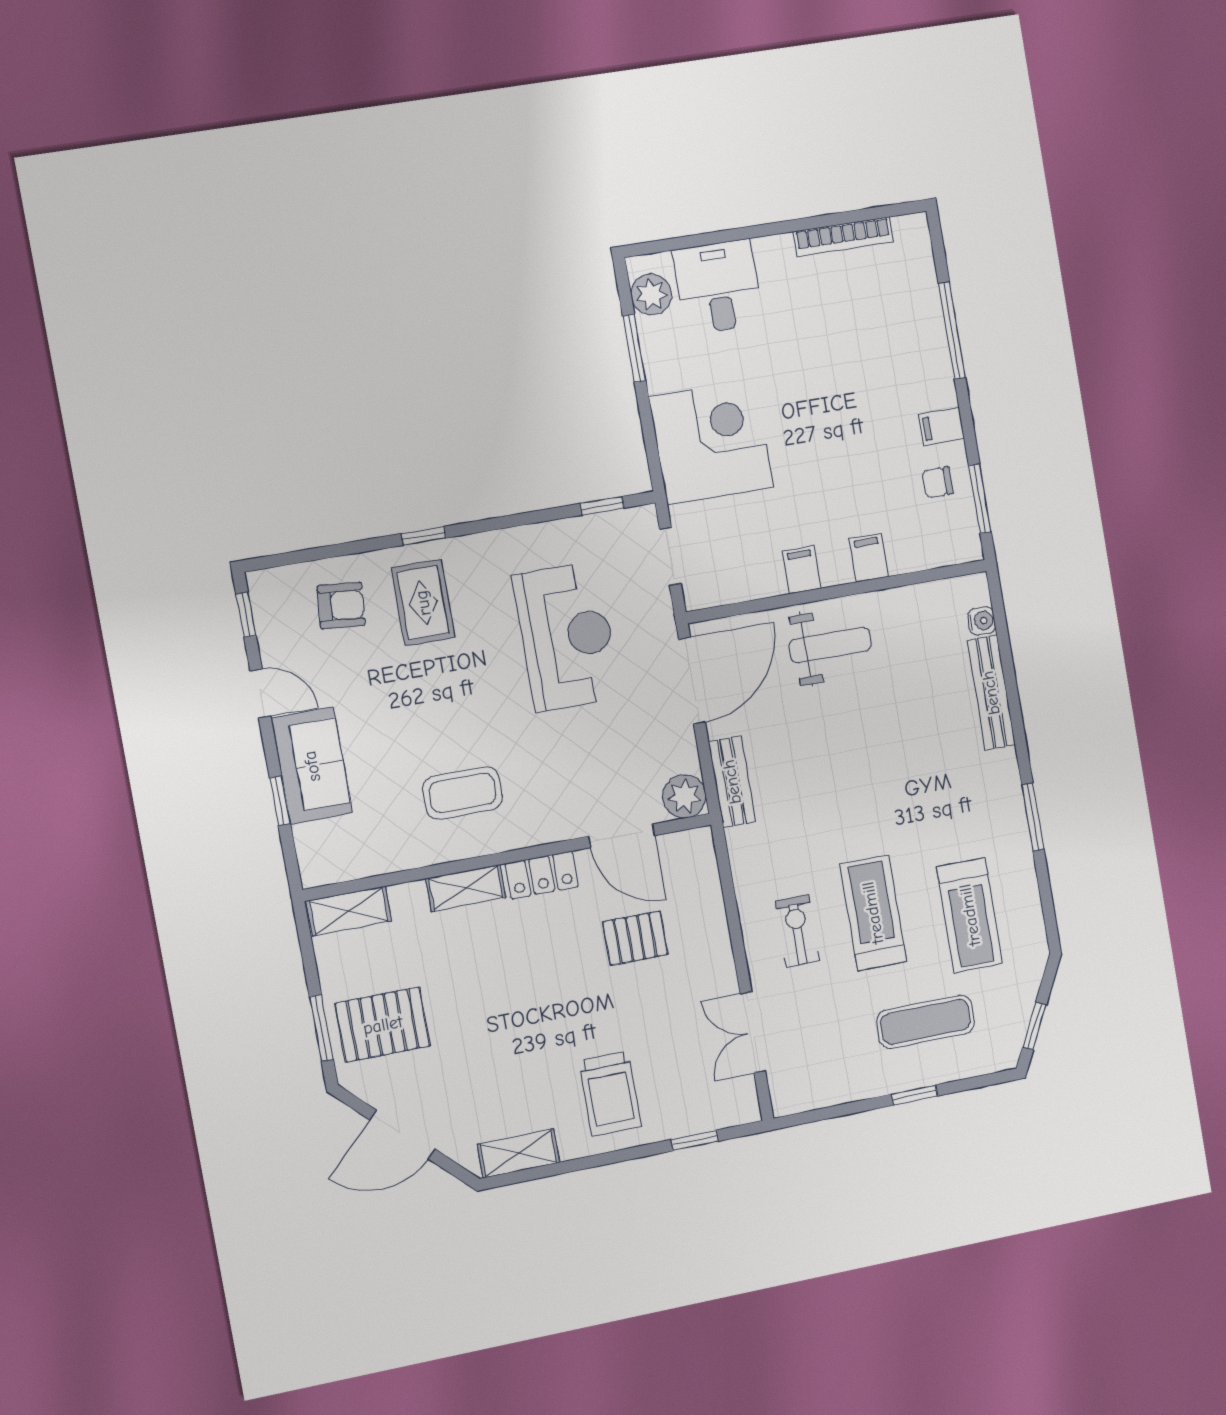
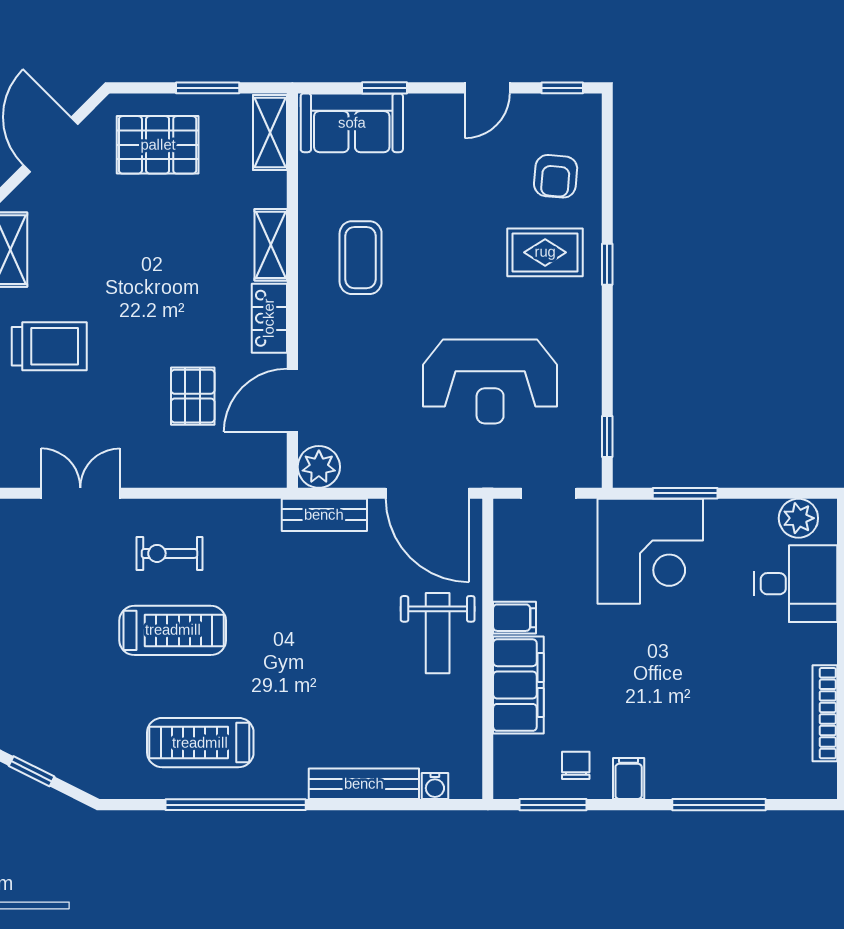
window: (634, 348) -> (685, 493), moved
filing cabinet: (869, 558) -> (518, 685), width x3.00, depth x1.17
sofa: (312, 766) -> (352, 123), moved
window: (1033, 817) -> (236, 805), width x2.11
treadmill: (970, 915) -> (200, 743), moved
exercise bike: (797, 931) -> (169, 553), turned 180
exercise mat: (926, 1022) -> (57, 664), removed
pallet: (383, 1025) -> (158, 145), turned 90
window: (321, 1028) -> (208, 88), moved
trolley: (610, 1094) -> (49, 346), turned 180

